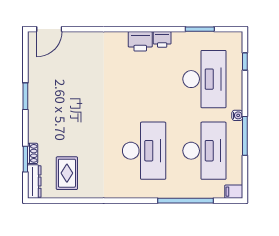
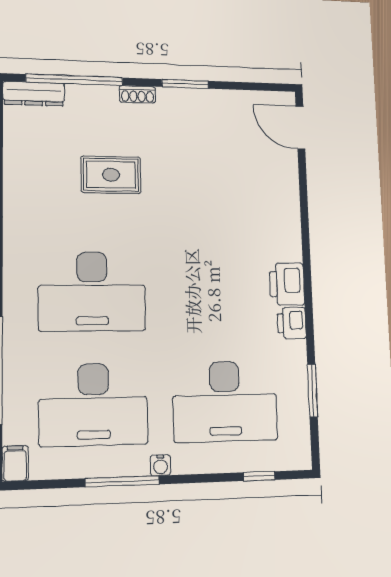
shoe rack: (33, 153) -> (137, 94), moved
window: (25, 159) -> (74, 80), width x2.11
rug: (67, 173) -> (111, 175), moved

